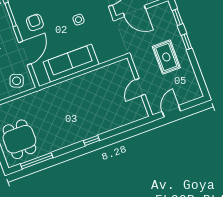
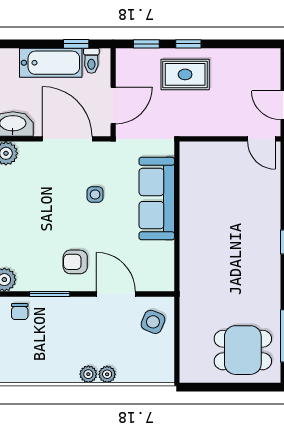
rug: (166, 57) -> (185, 74), moved
sofa: (71, 63) -> (157, 199), moved
door: (140, 87) -> (261, 139), moved

